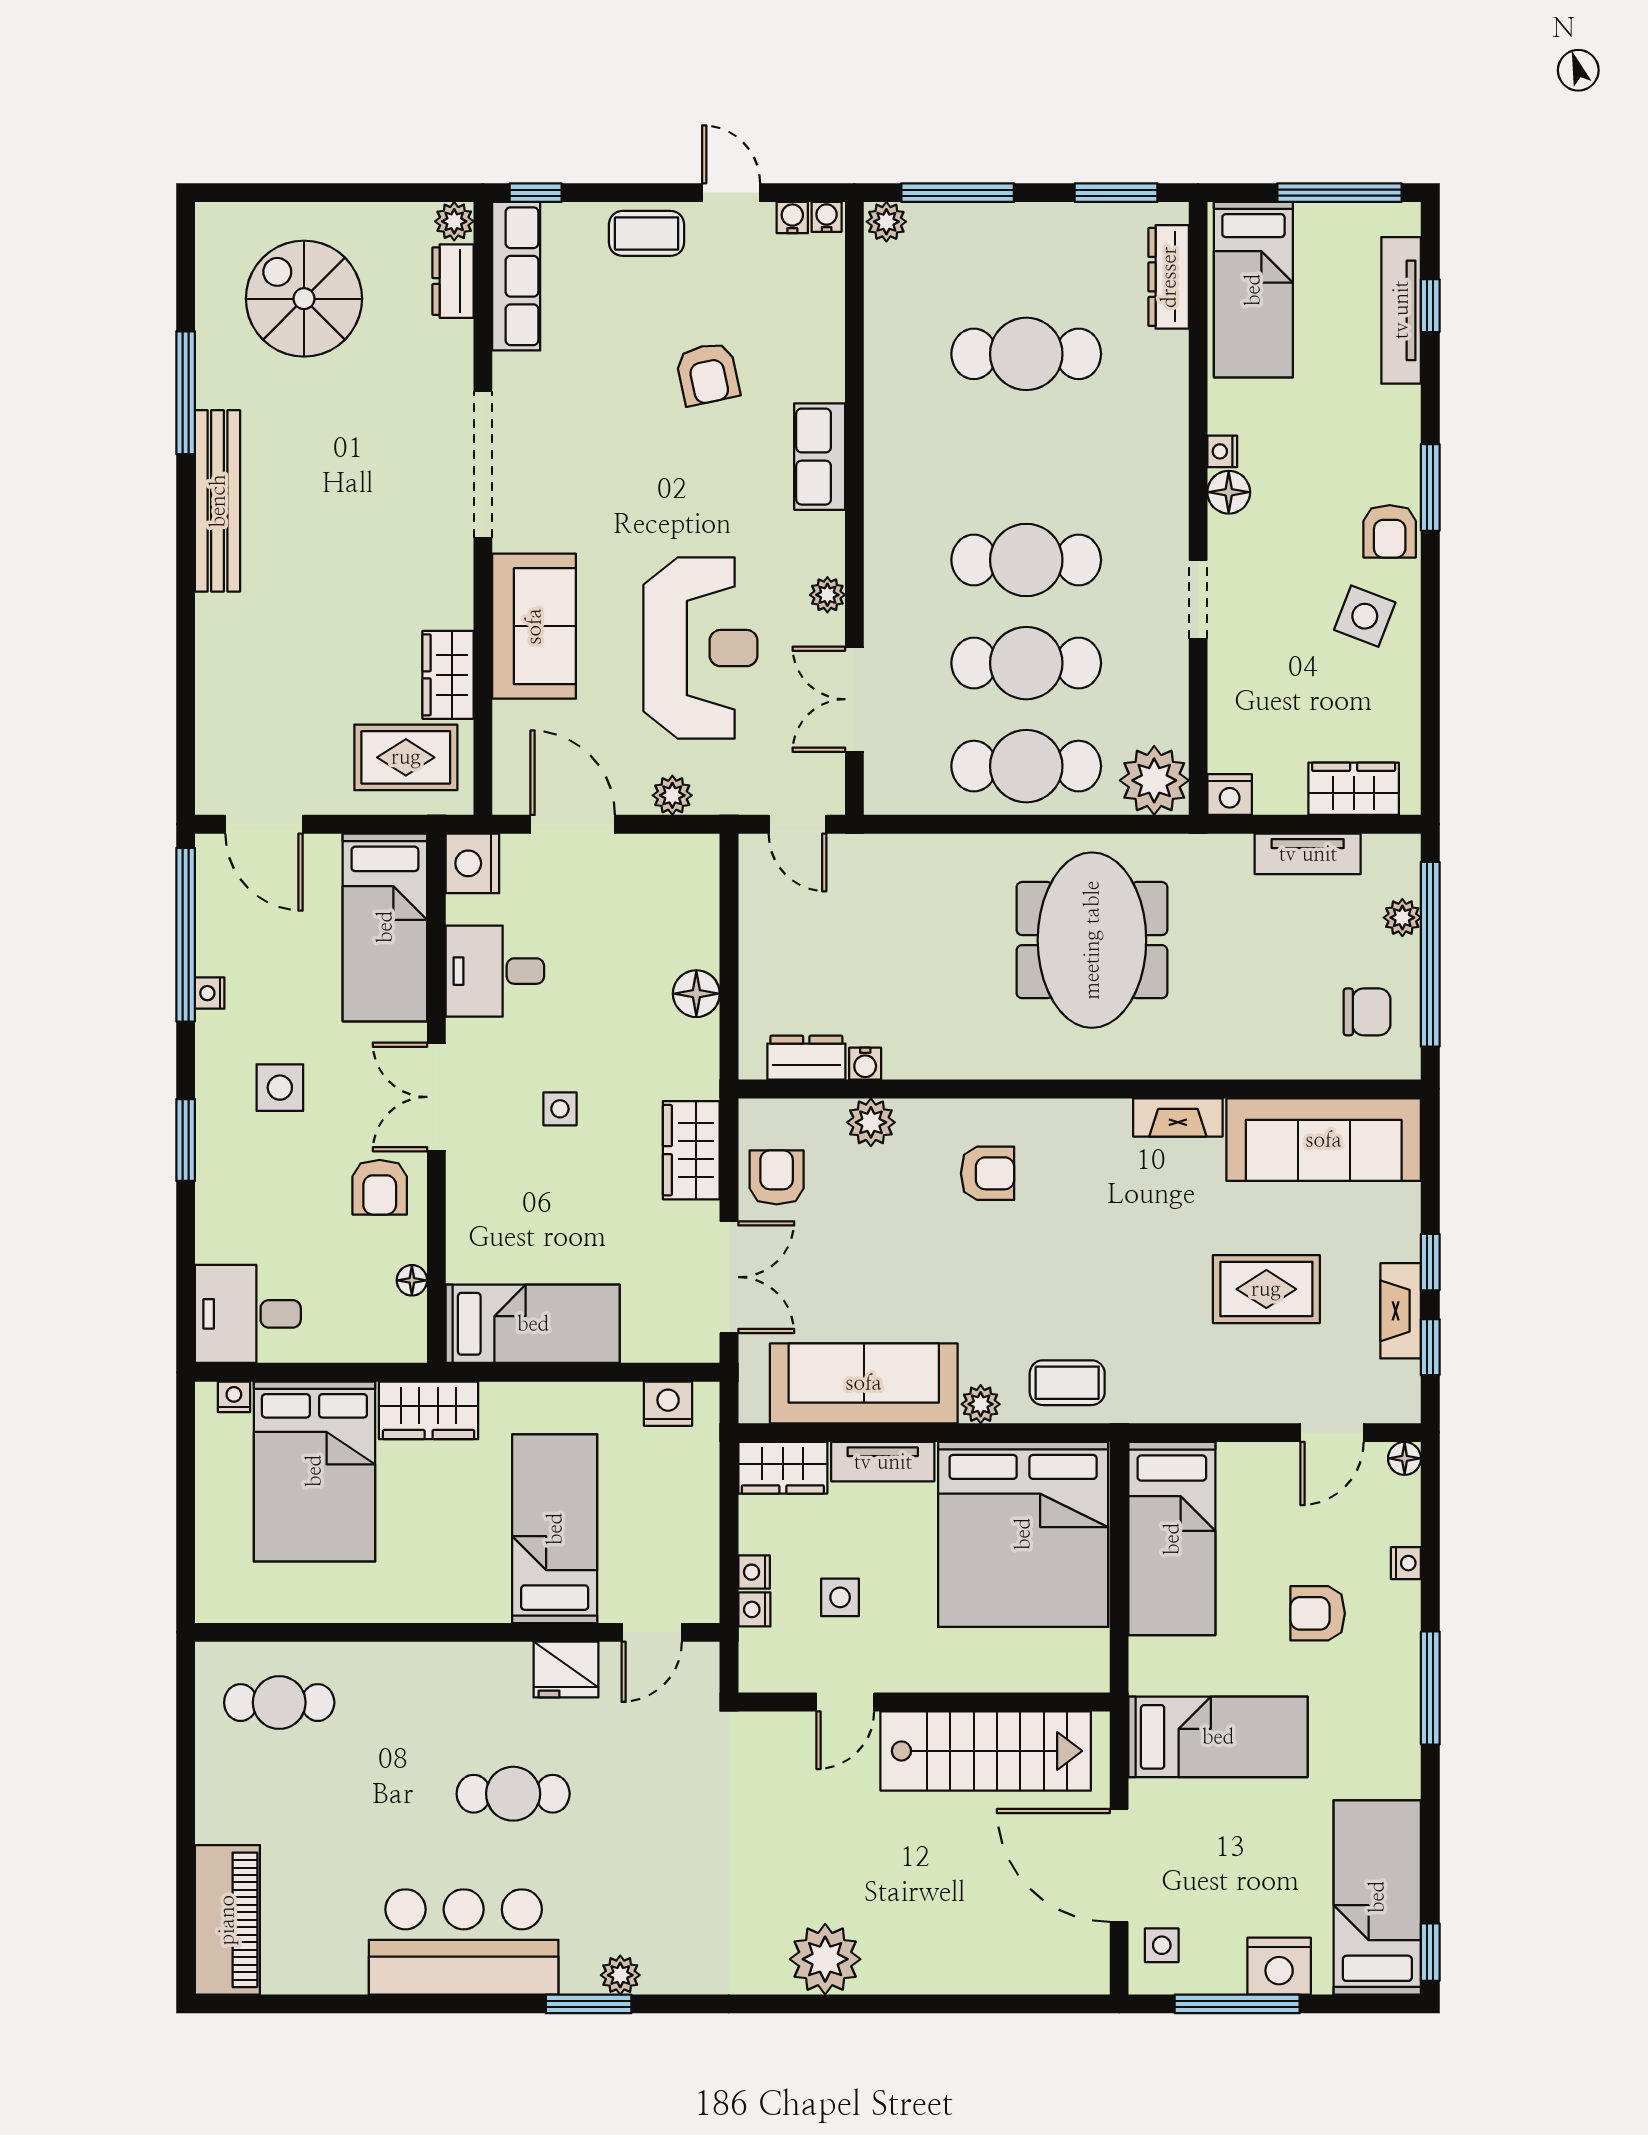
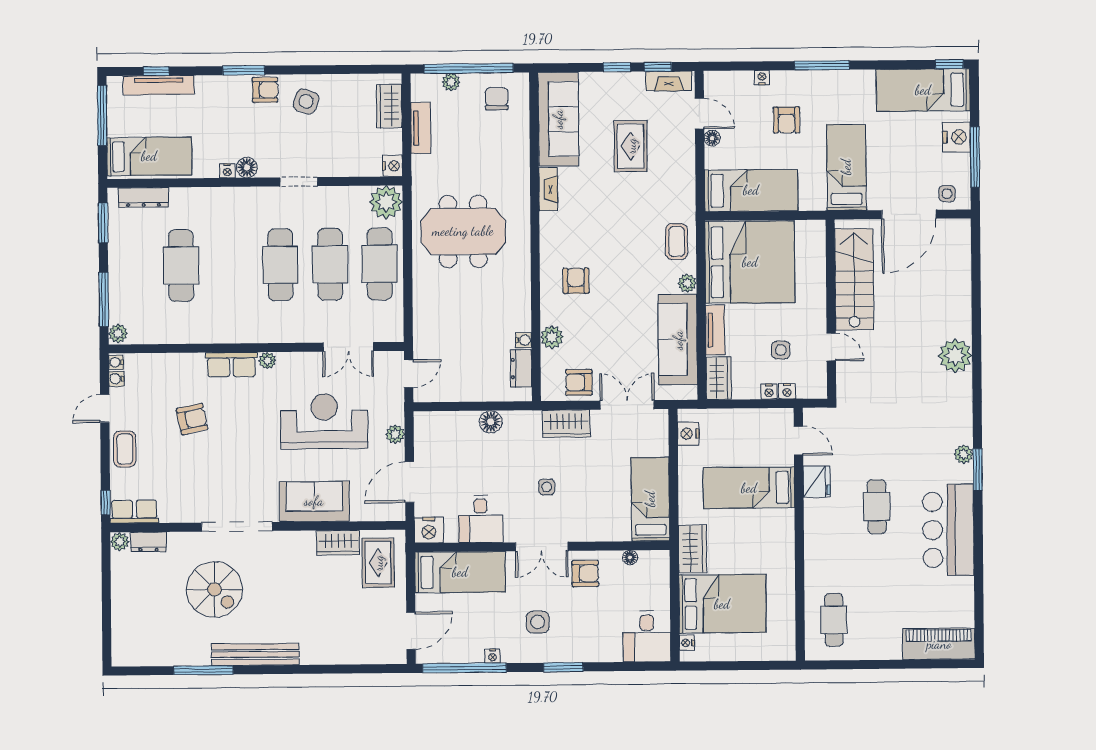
row of seats: (516, 276) -> (134, 512), width x0.68
spiral stairs: (304, 299) -> (214, 589), moved, turned -90
plant: (827, 595) -> (267, 361), moved
fireplace: (1401, 1311) -> (669, 81), moved
floor lamp: (1405, 1458) -> (712, 138), moved

